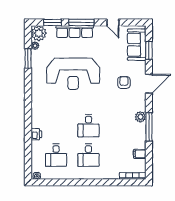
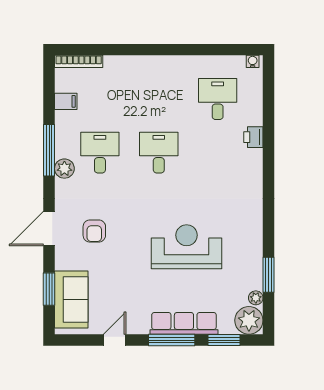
door: (113, 22) -> (115, 340), hinge flipped
reception desk: (73, 74) -> (187, 247), width x0.74, depth x0.77
desk: (88, 155) -> (100, 153), moved

